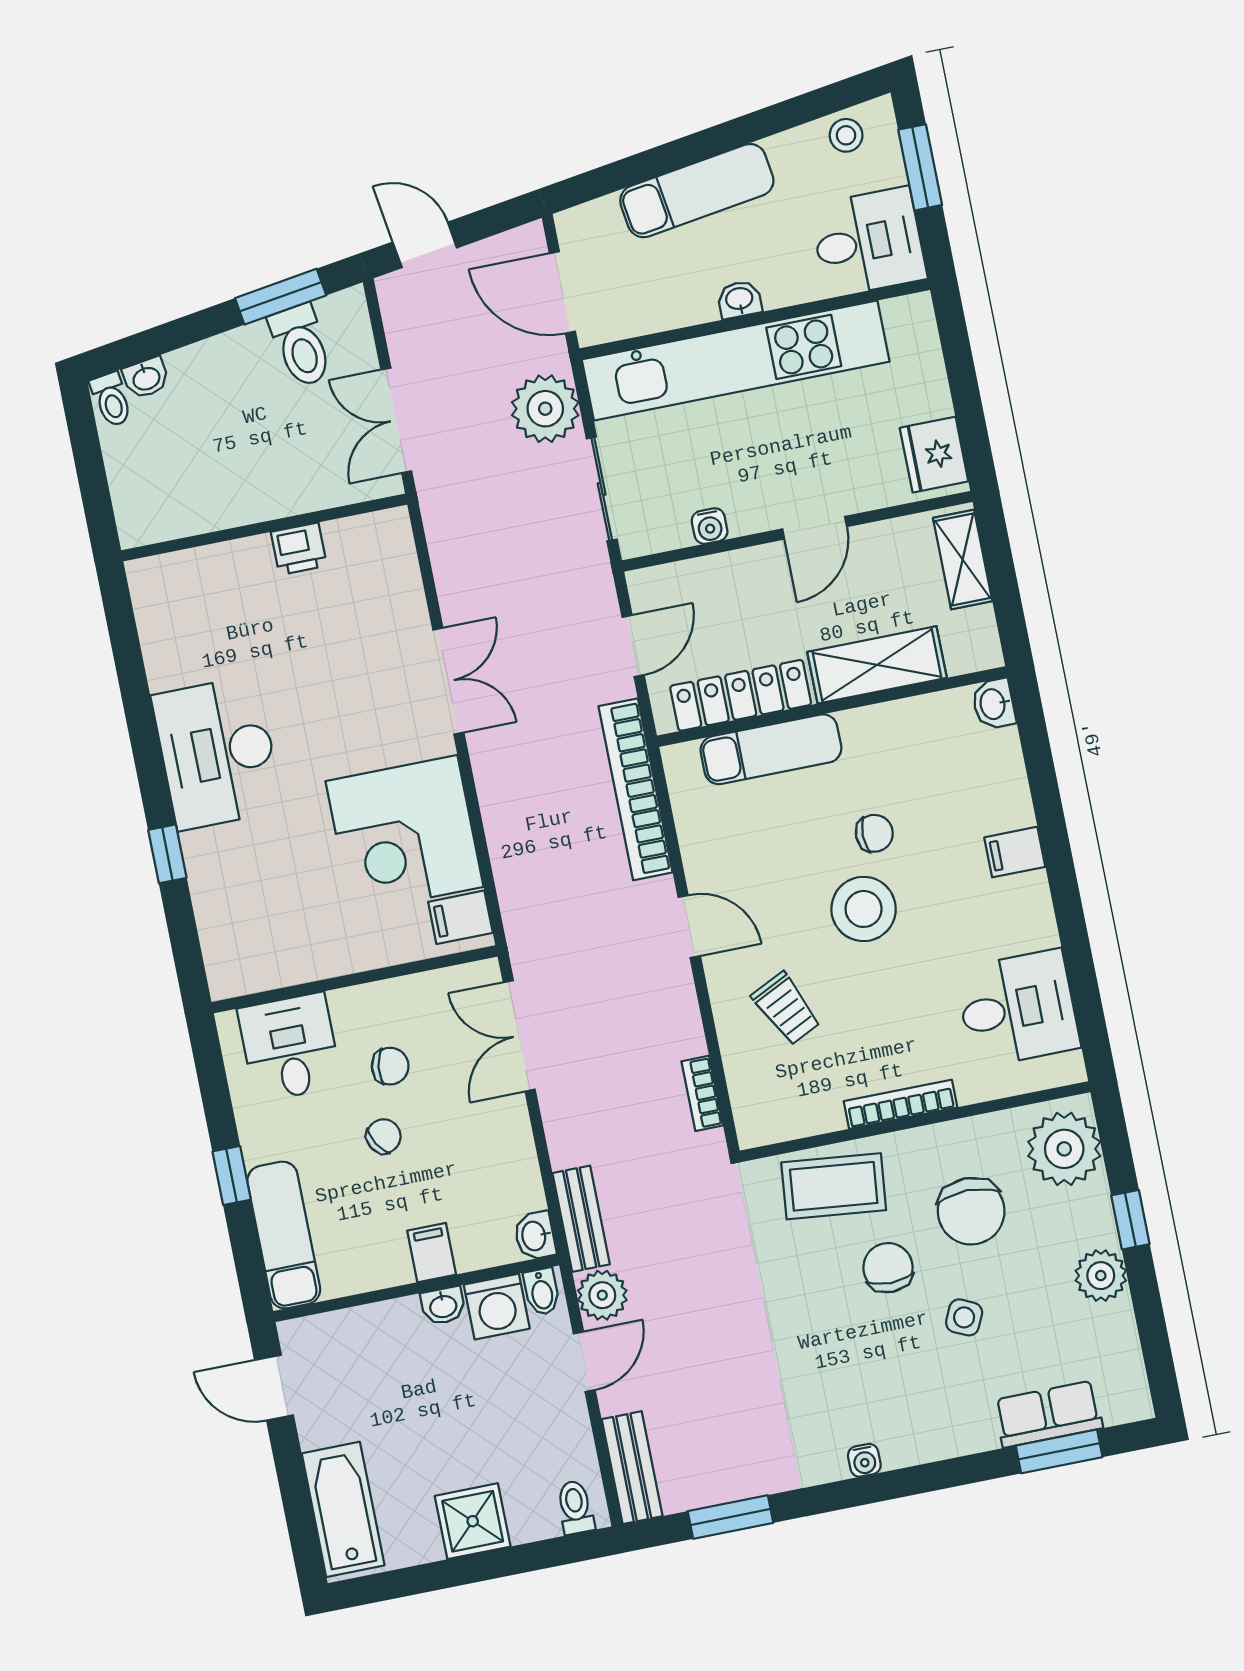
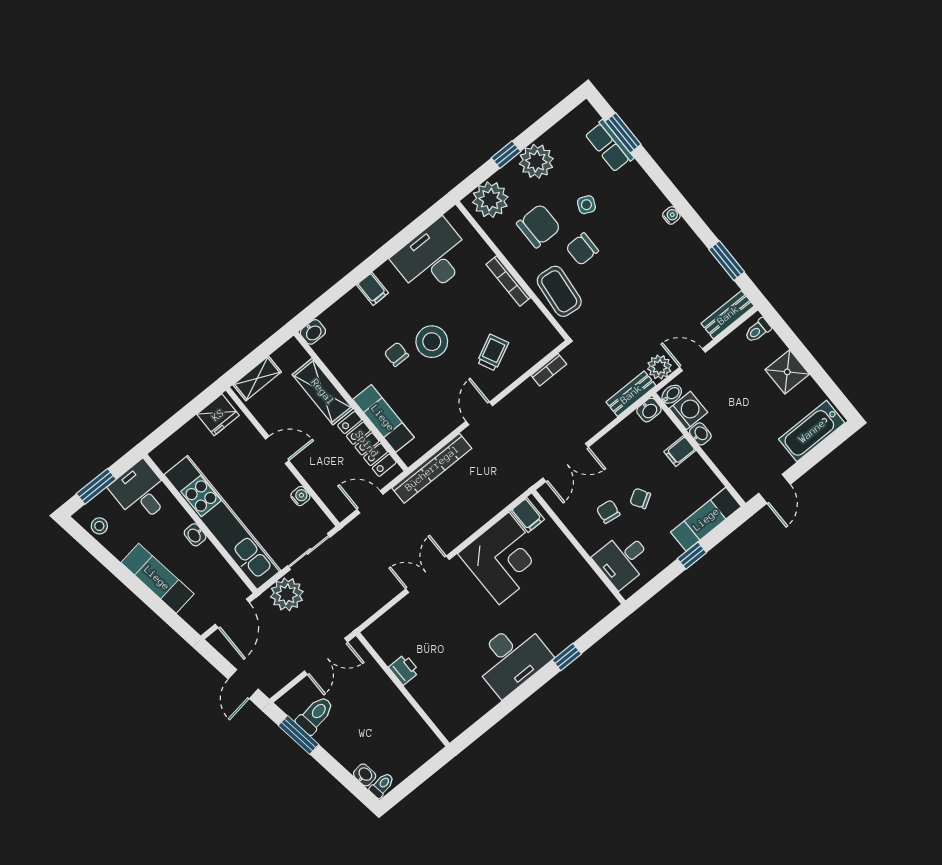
desk: (1017, 1008) -> (433, 258), width x1.37
plant: (1101, 1276) -> (536, 161), width x1.36, depth x1.36

